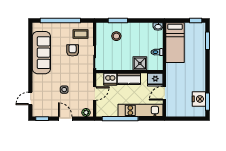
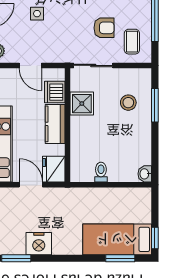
bed: (175, 43) -> (117, 239), moved
shower: (140, 63) -> (82, 104), moved
nightstand: (199, 99) -> (39, 244), moved

